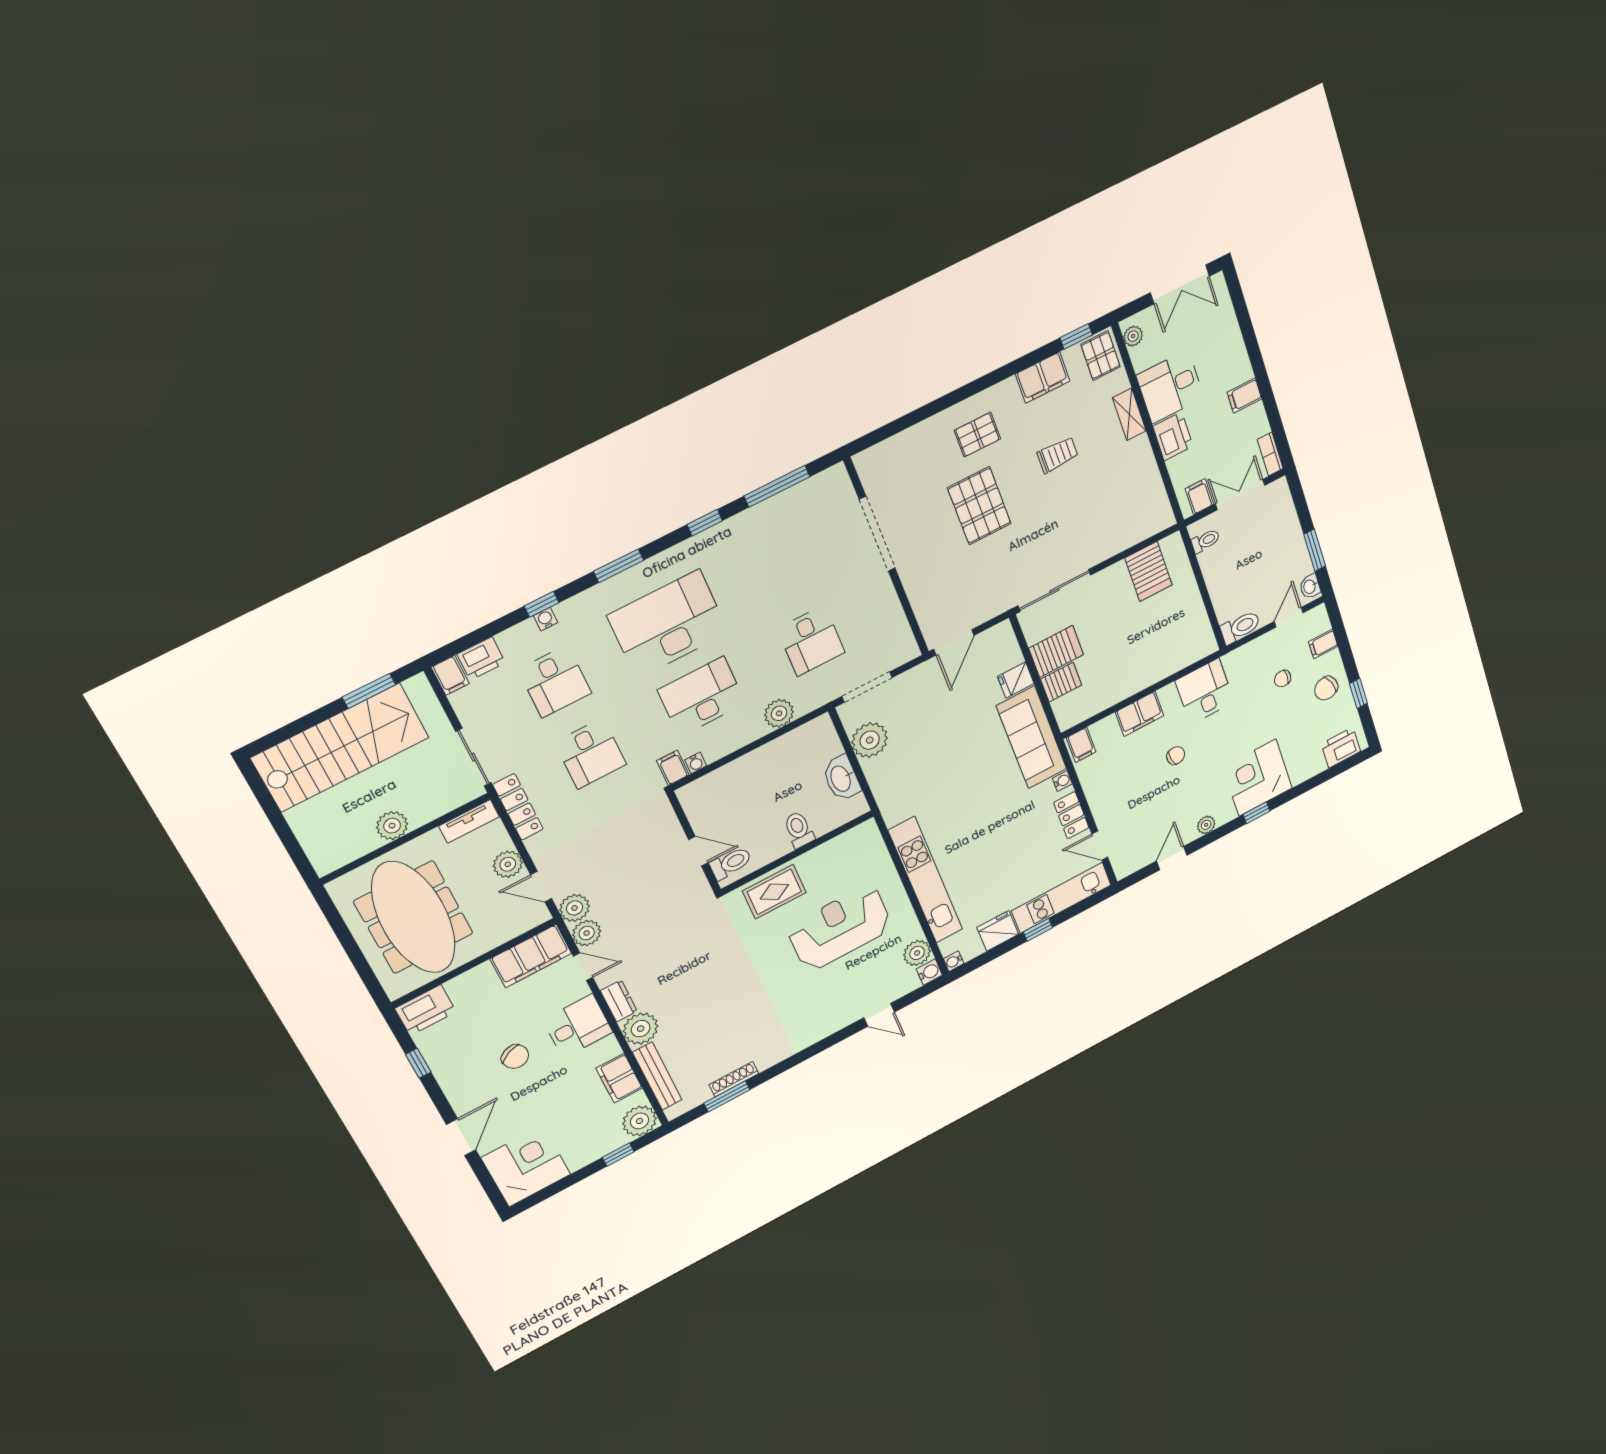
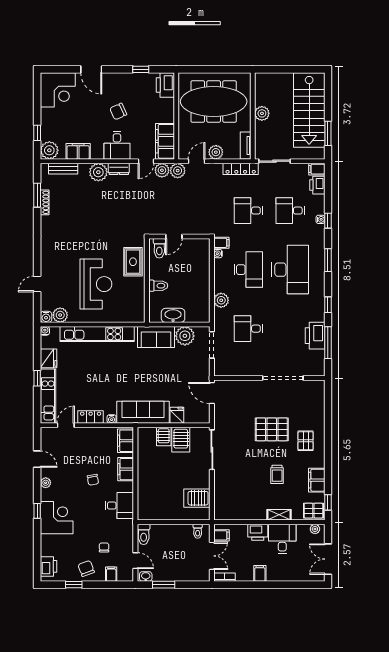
printer: (774, 516) -> (315, 336), added
filing cabinet: (1081, 745) -> (126, 441), width x2.00
sofa: (891, 786) -> (156, 337), added
bench: (657, 1076) -> (63, 169), width x0.73

